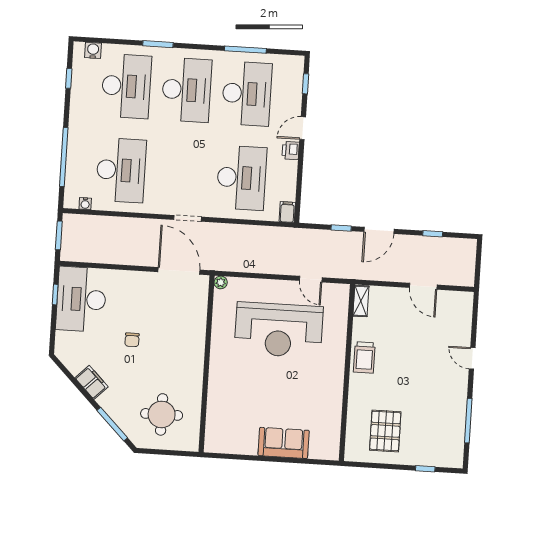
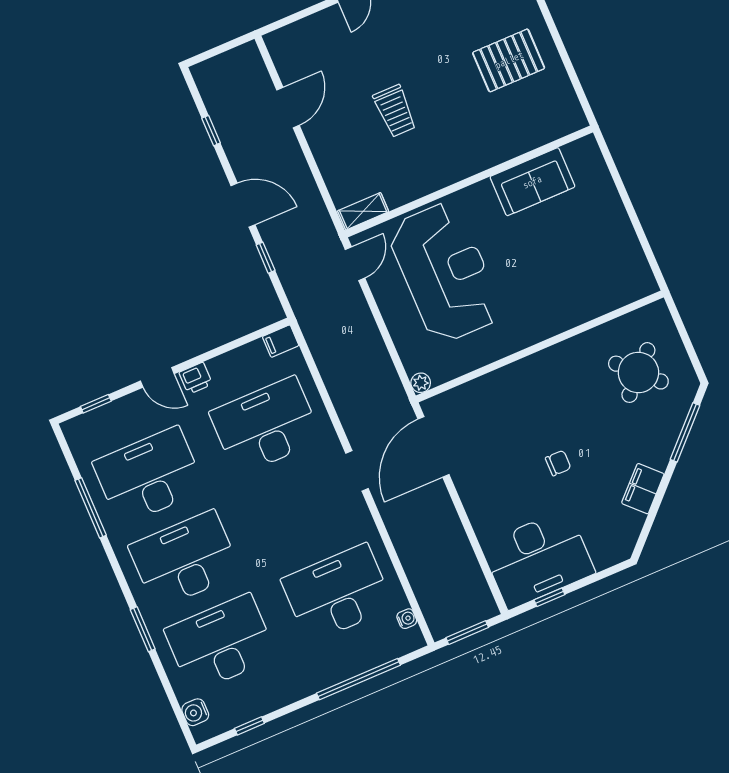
shelving: (361, 301) -> (363, 211), moved
trolley: (364, 357) -> (395, 111), moved, turned 90
wall: (347, 373) -> (469, 181), moved
round table: (162, 414) -> (638, 373), turned 45
sofa: (284, 443) -> (532, 182), moved, turned -90

